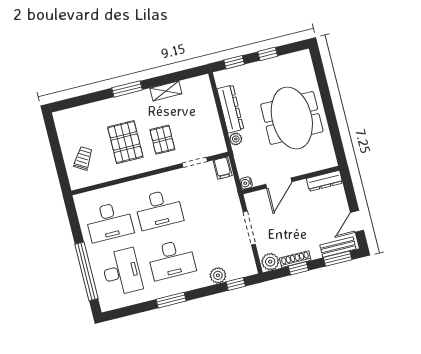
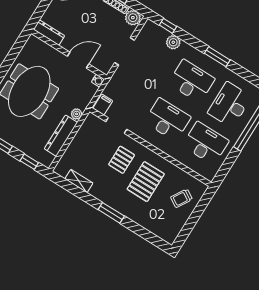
shelving: (166, 91) -> (79, 181), moved

